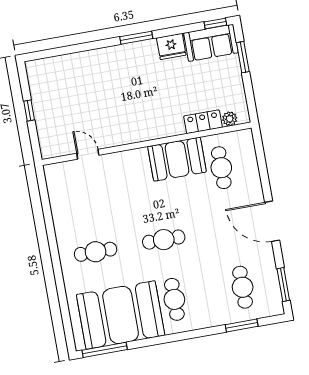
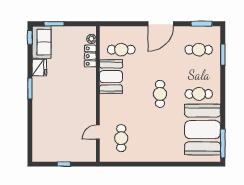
cafe table: (96, 252) -> (121, 138), moved

